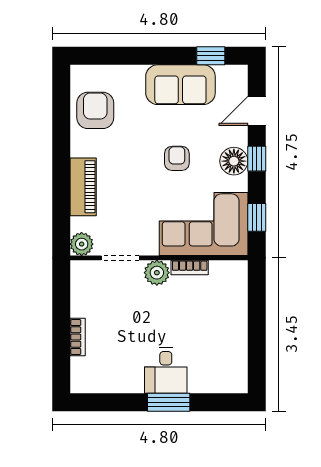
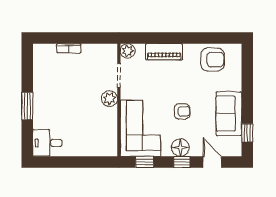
bookcase: (190, 267) -> (113, 119), removed
desk: (166, 371) -> (47, 143), moved

